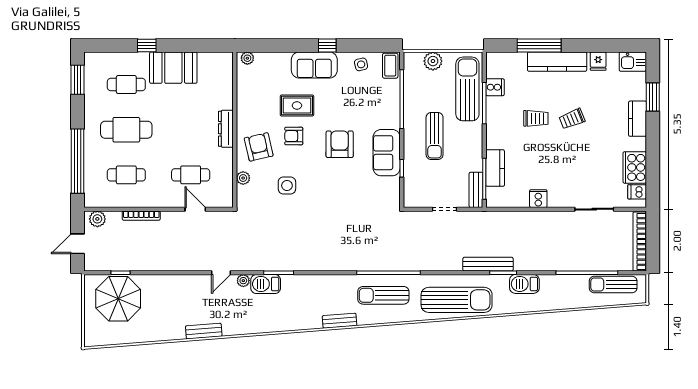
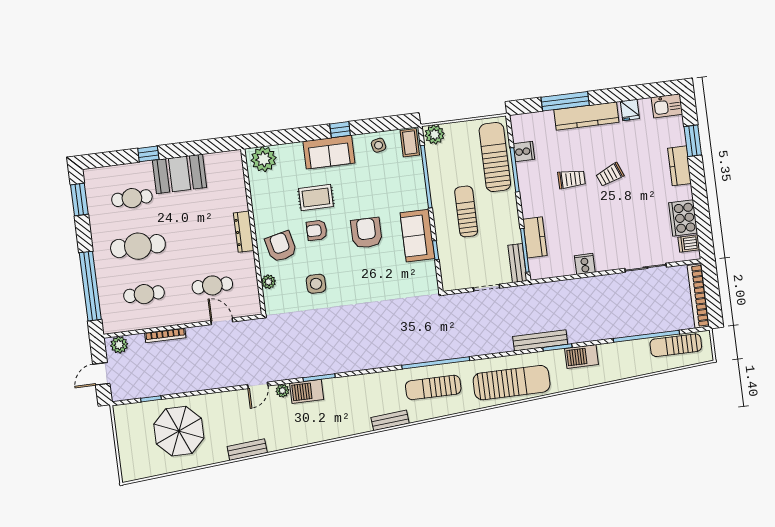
plant: (247, 58) -> (264, 159), width x1.87, depth x1.87
plant: (433, 61) -> (435, 135), moved
sun lounger: (435, 136) -> (466, 211), turned 180
parasol: (118, 299) -> (179, 431), moved

